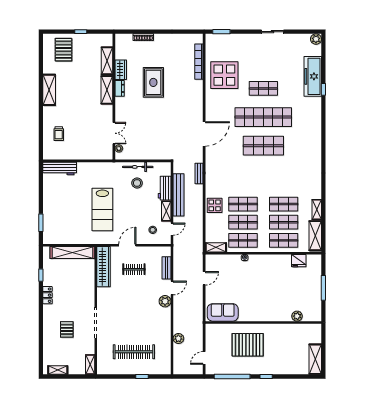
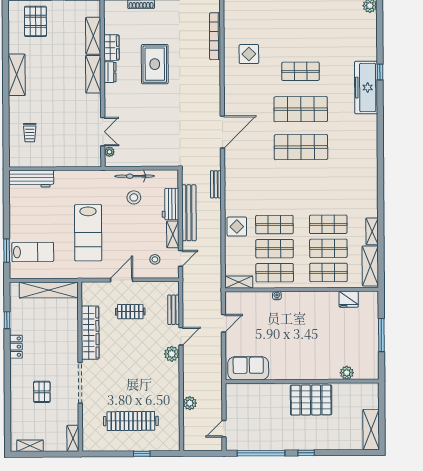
display table: (224, 75) -> (249, 54), width x0.54, depth x0.54
freezer: (313, 76) -> (366, 88), moved
shop shelf: (263, 117) -> (301, 109), width x0.71
lab bench: (60, 224) -> (33, 252), added
wardrobe: (104, 267) -> (90, 333), moved
pallet: (248, 345) -> (311, 400), moved

